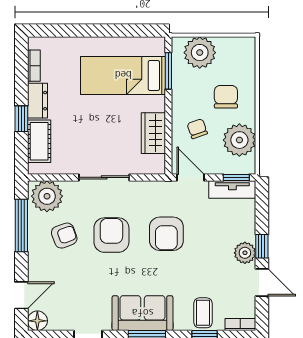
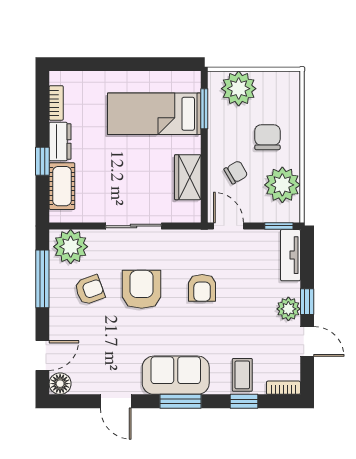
chair: (197, 129) -> (236, 172), turned 79
tv unit: (232, 189) -> (290, 255), moved, turned 90
armchair: (166, 234) -> (202, 288), width x0.72, depth x0.72

